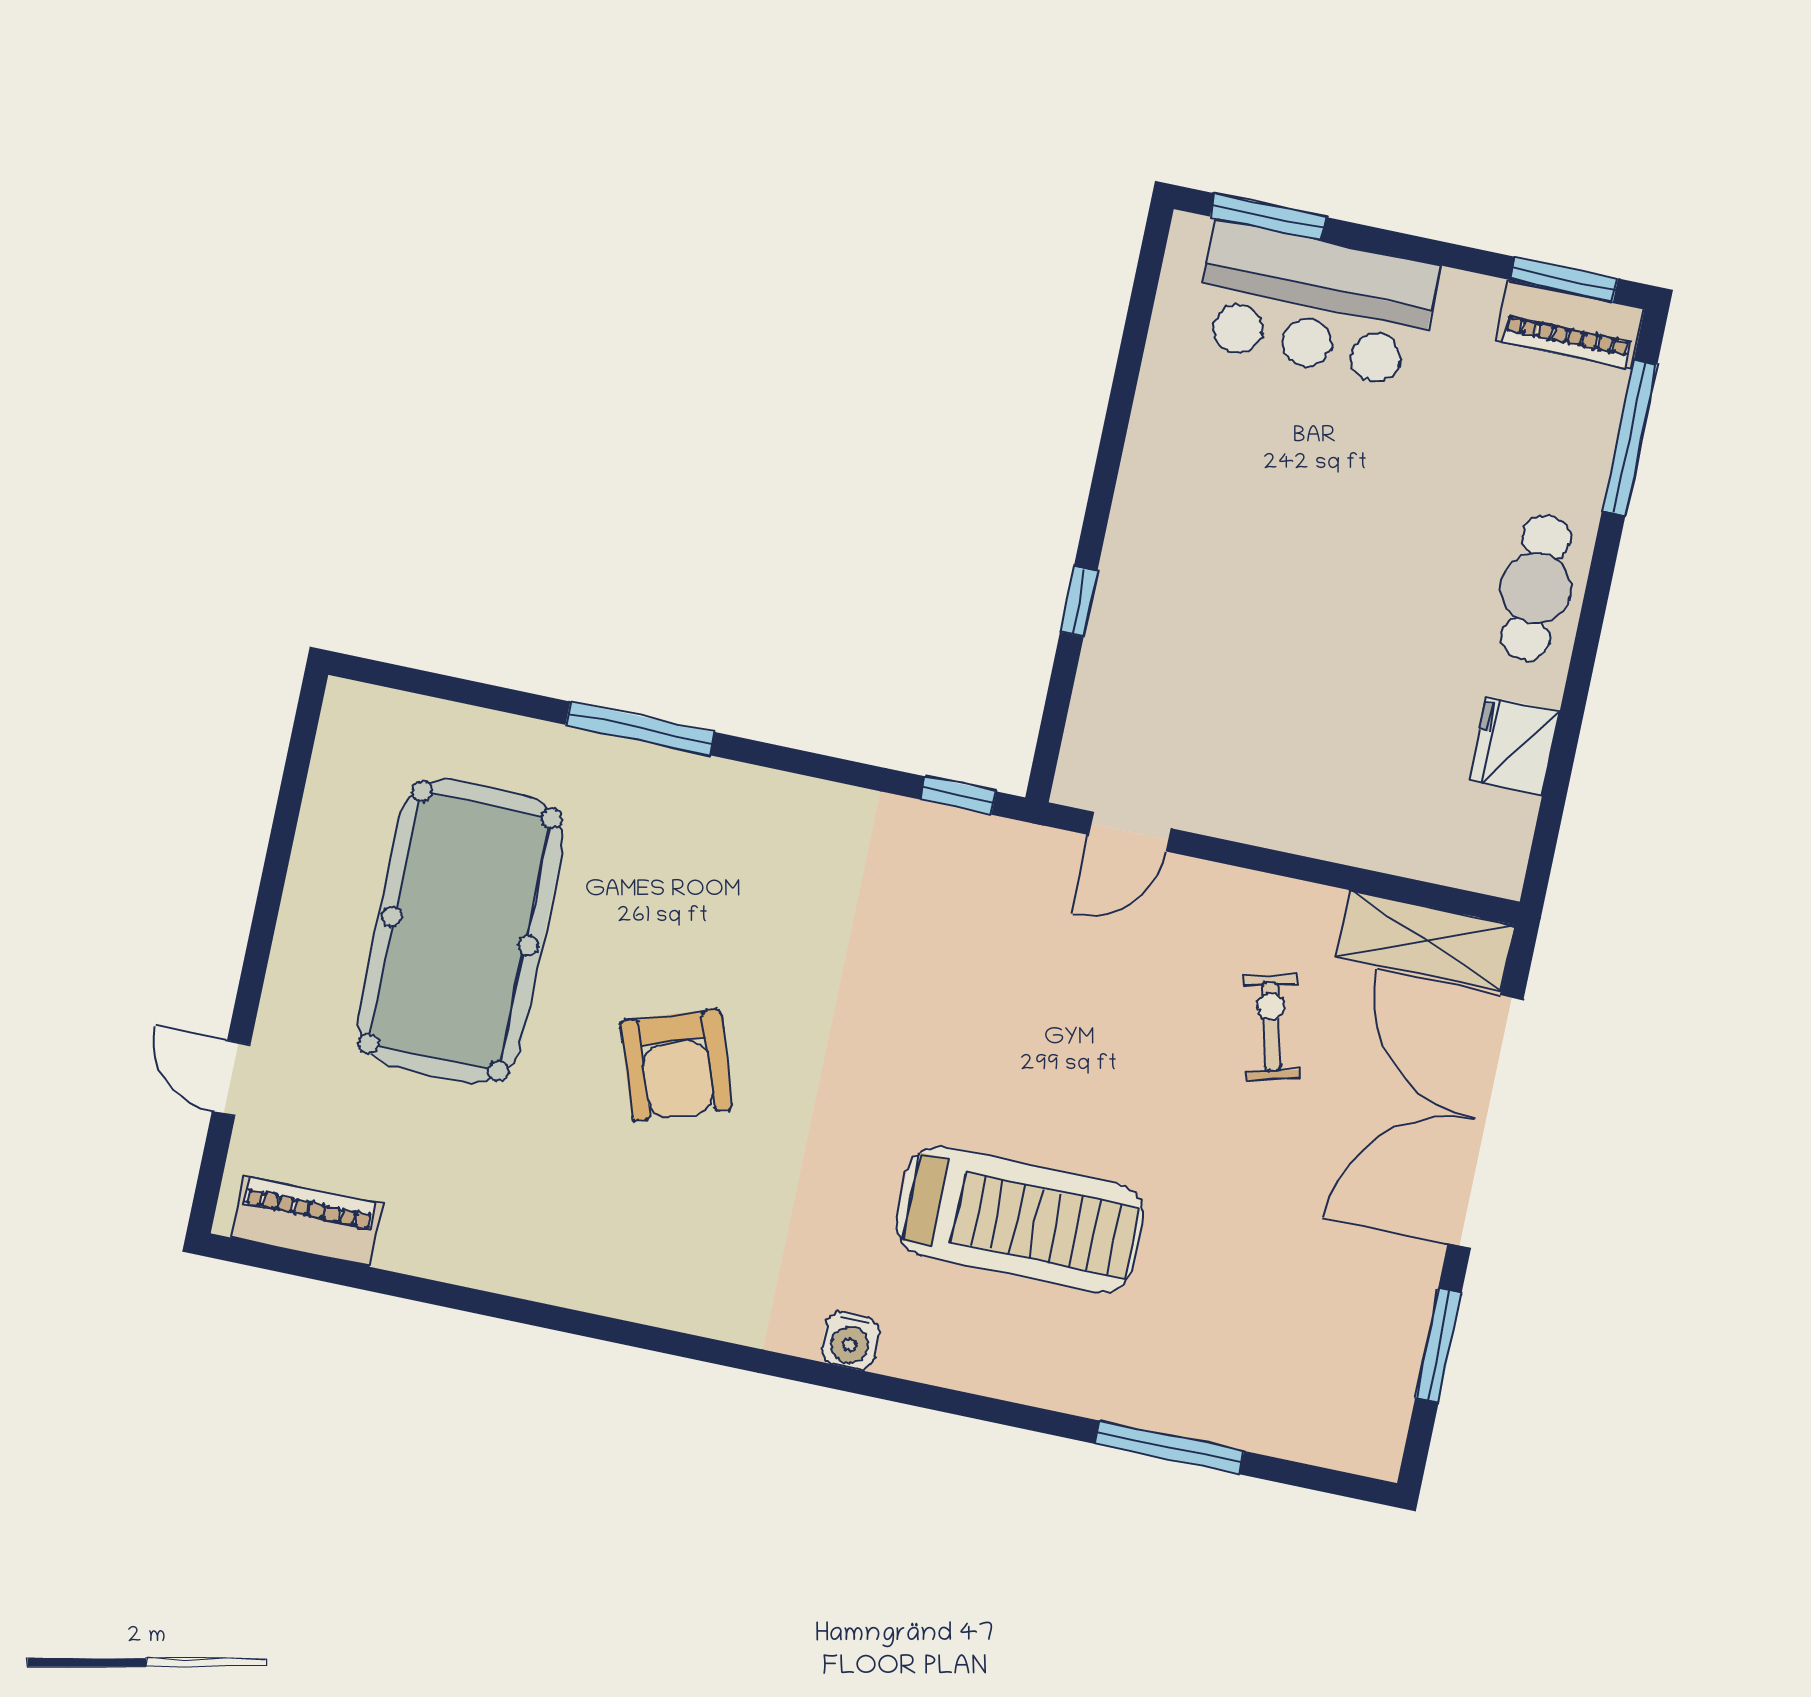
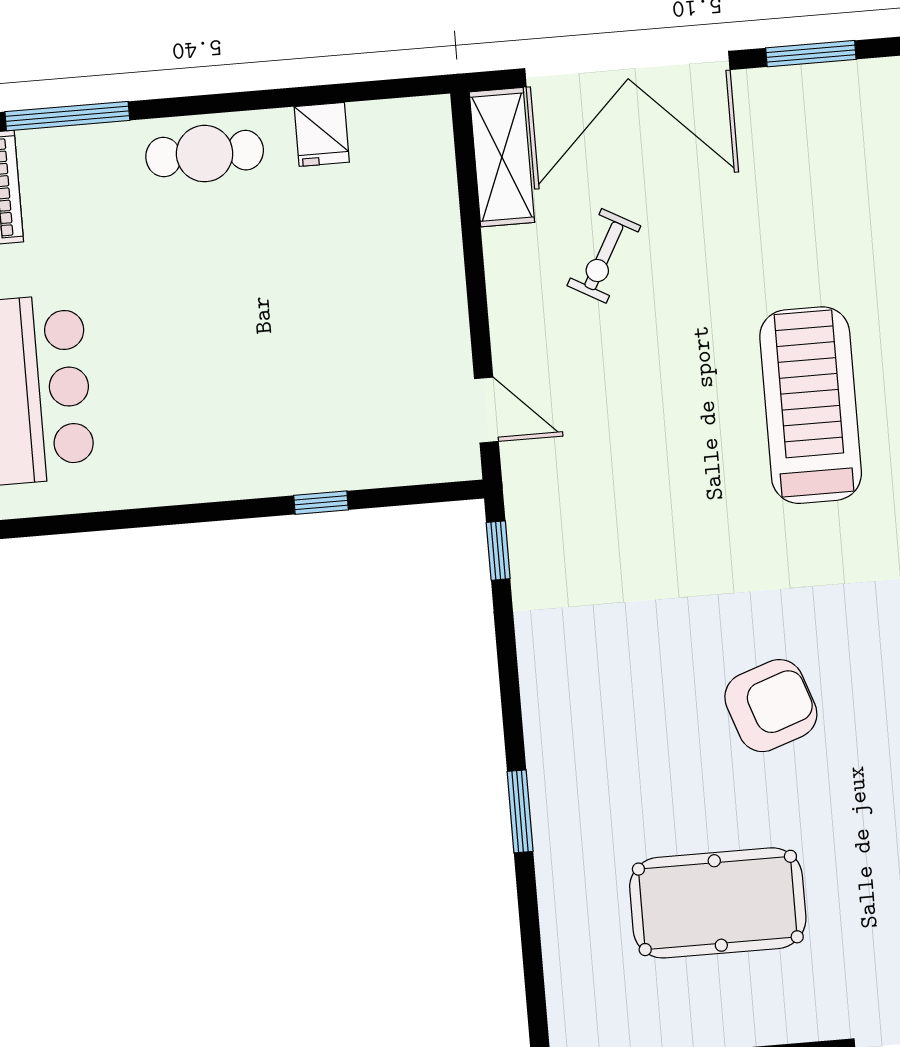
window: (640, 728) -> (520, 811), width x0.69
fridge: (1514, 746) -> (322, 134), width x0.72
pool table: (460, 931) -> (718, 903), width x0.73, depth x0.76
exercise bike: (1272, 1027) -> (604, 256), turned -47

